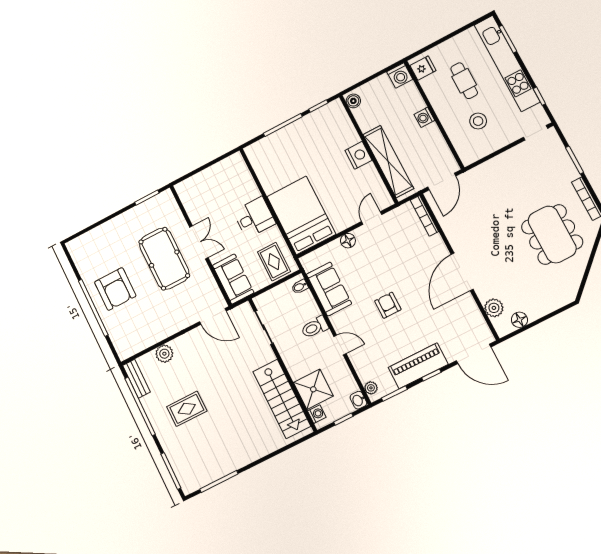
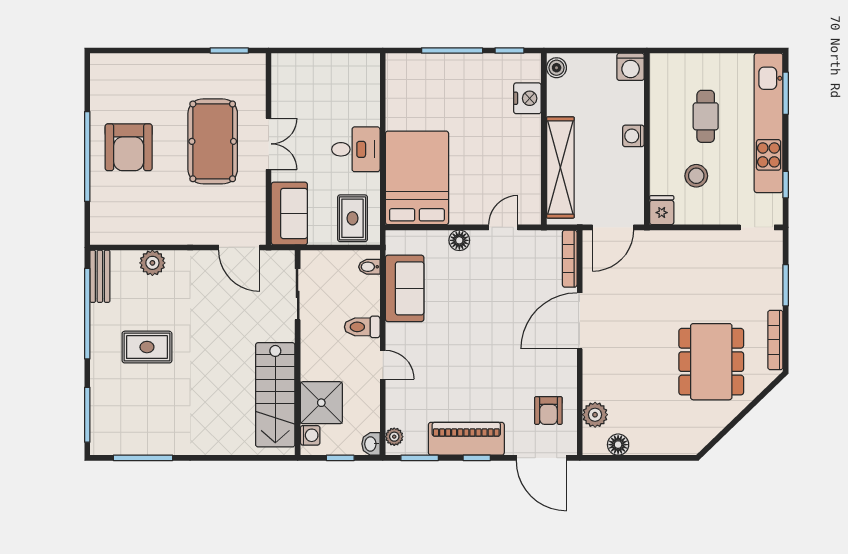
fridge: (423, 68) -> (662, 210), moved, turned -90
nightstand: (358, 155) -> (527, 98), moved
door: (462, 272) -> (580, 321), moved
armchair: (388, 305) -> (548, 411), moved, turned 180

